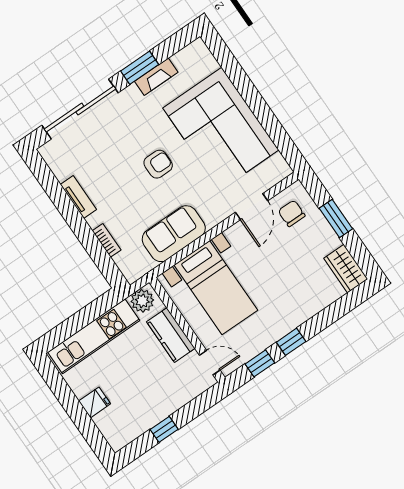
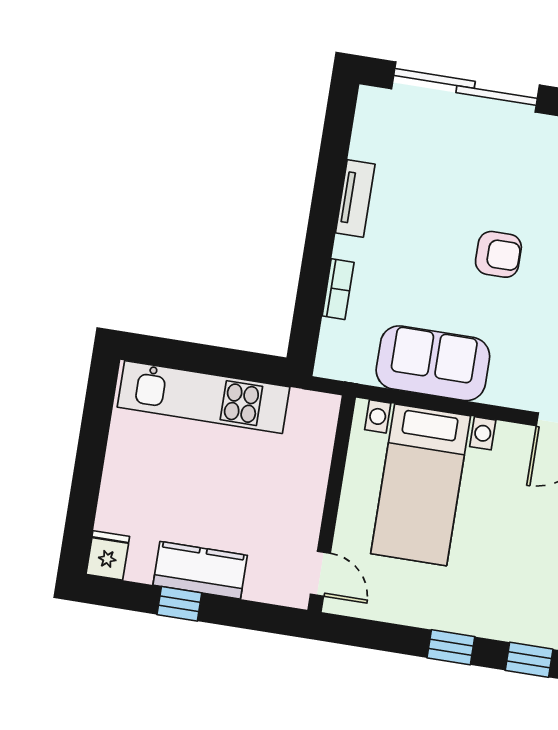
plant: (142, 301) -> (310, 411), removed
kitchen counter: (171, 335) -> (200, 570), moved, turned 90
window: (260, 363) -> (529, 660), moved
fridge: (95, 402) -> (108, 555), moved, turned -90

